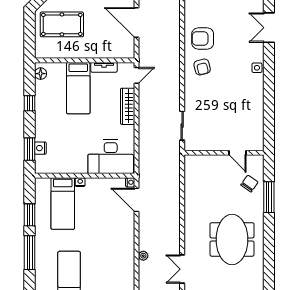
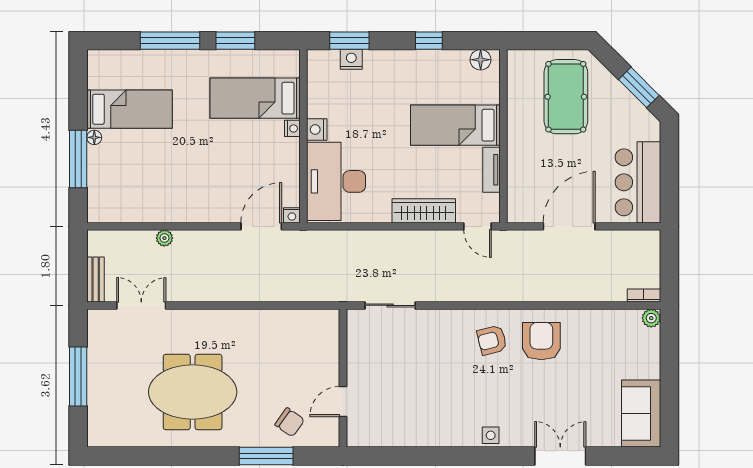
nightstand: (81, 168) -> (317, 130), added

